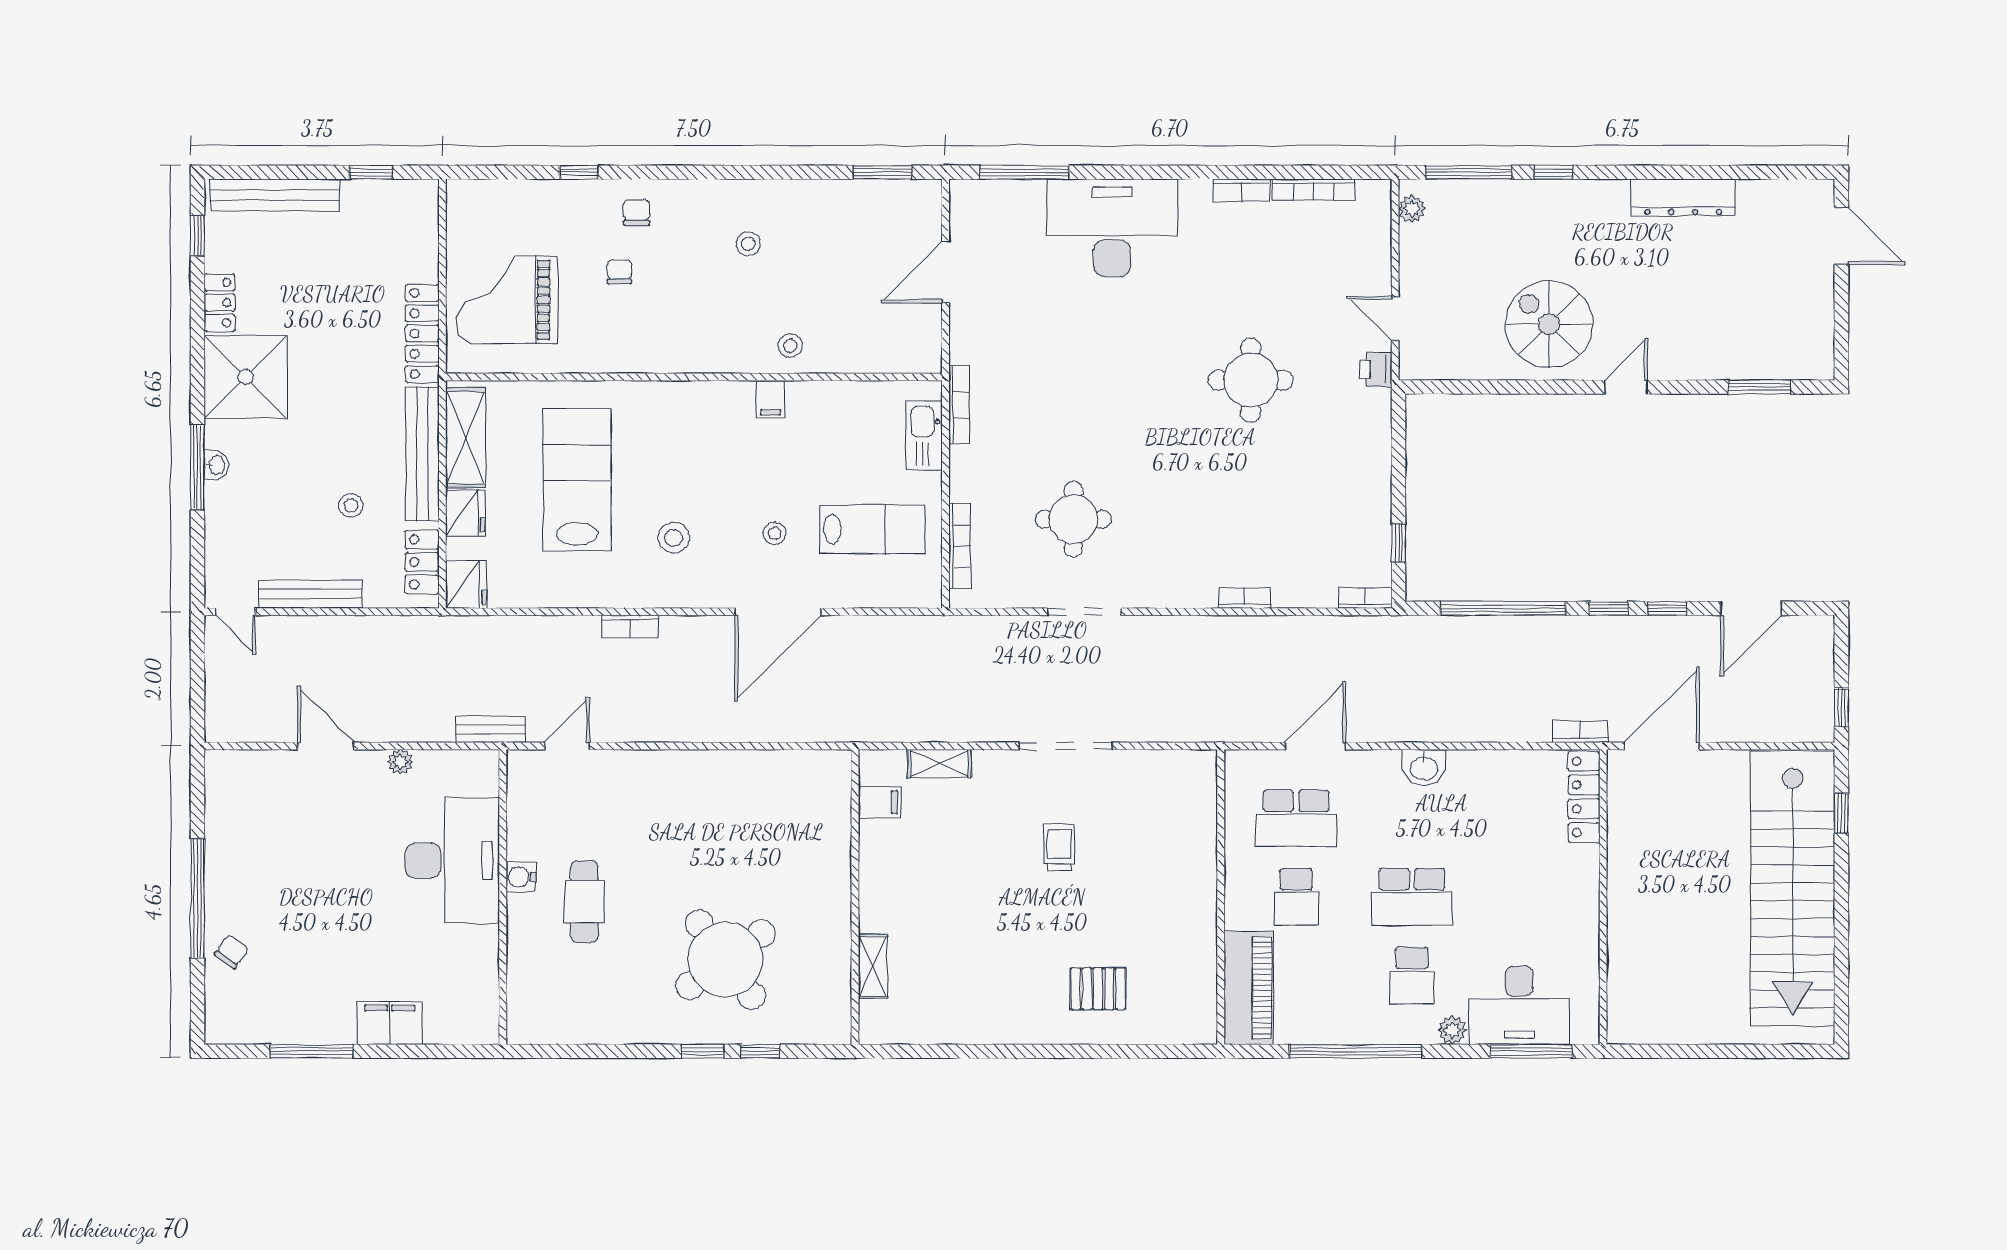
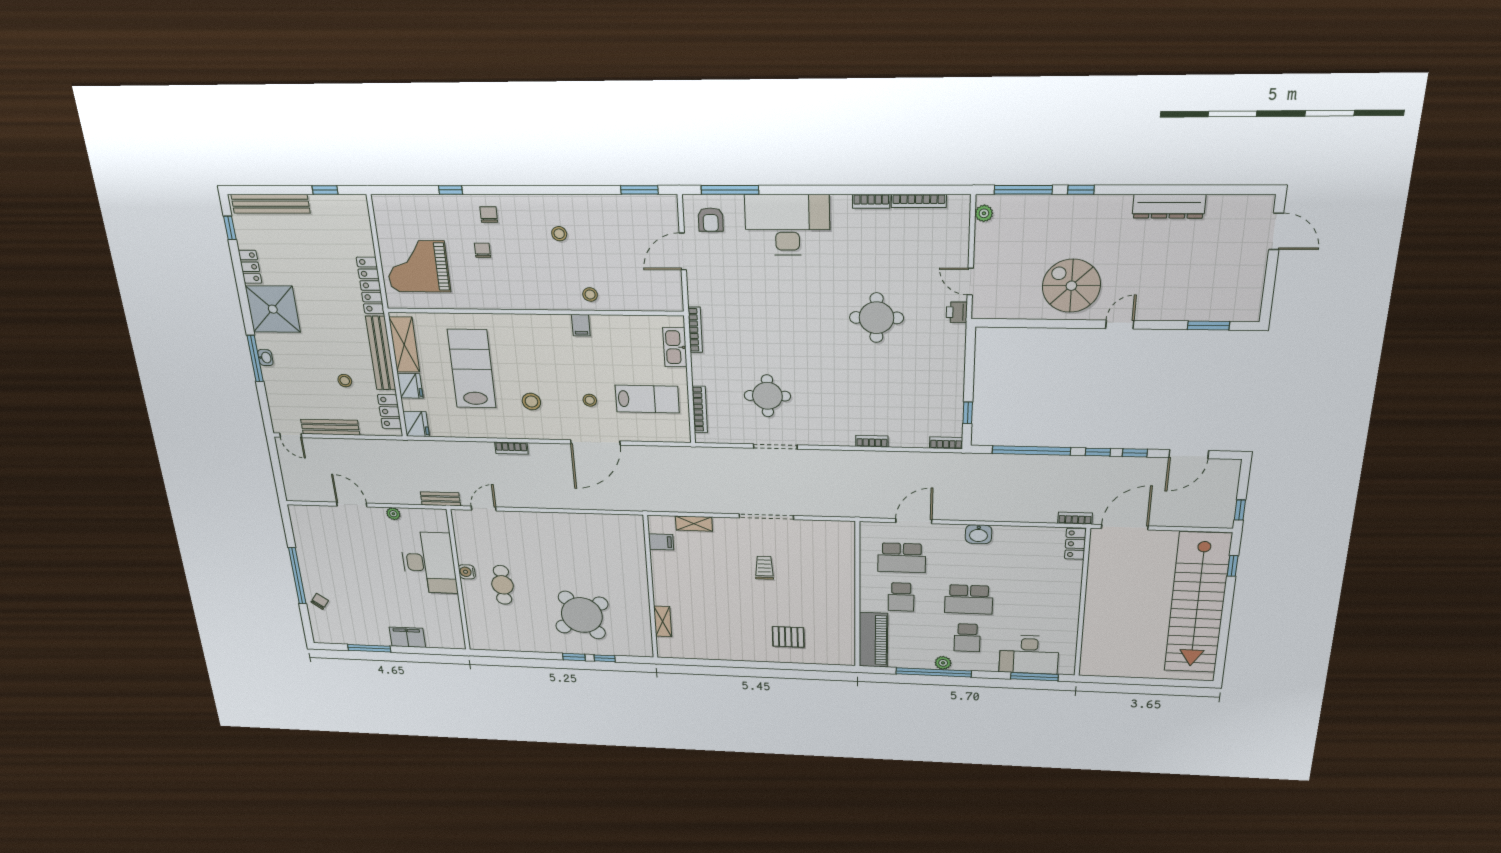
armchair: (992, 220) -> (711, 220), added
locker: (1584, 797) -> (1075, 544), width x0.66
plant: (1452, 1030) -> (943, 663), moved

